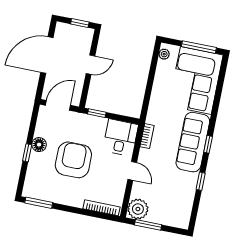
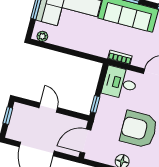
door: (58, 105) -> (86, 141), hinge flipped

